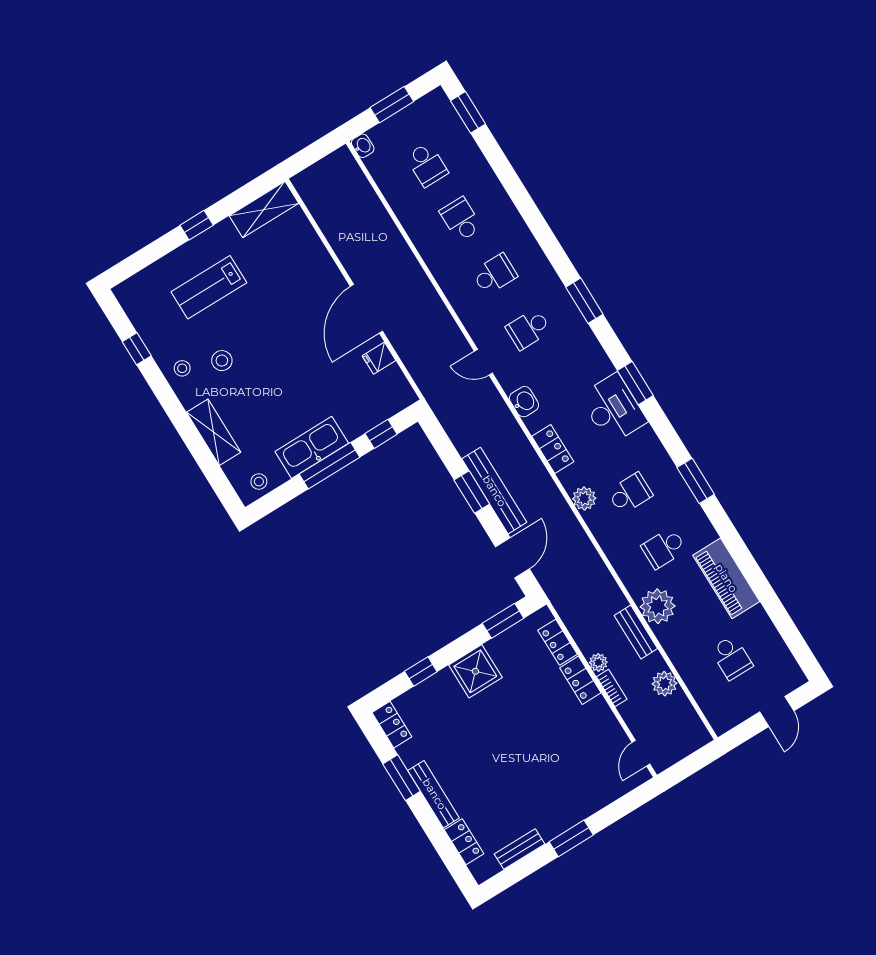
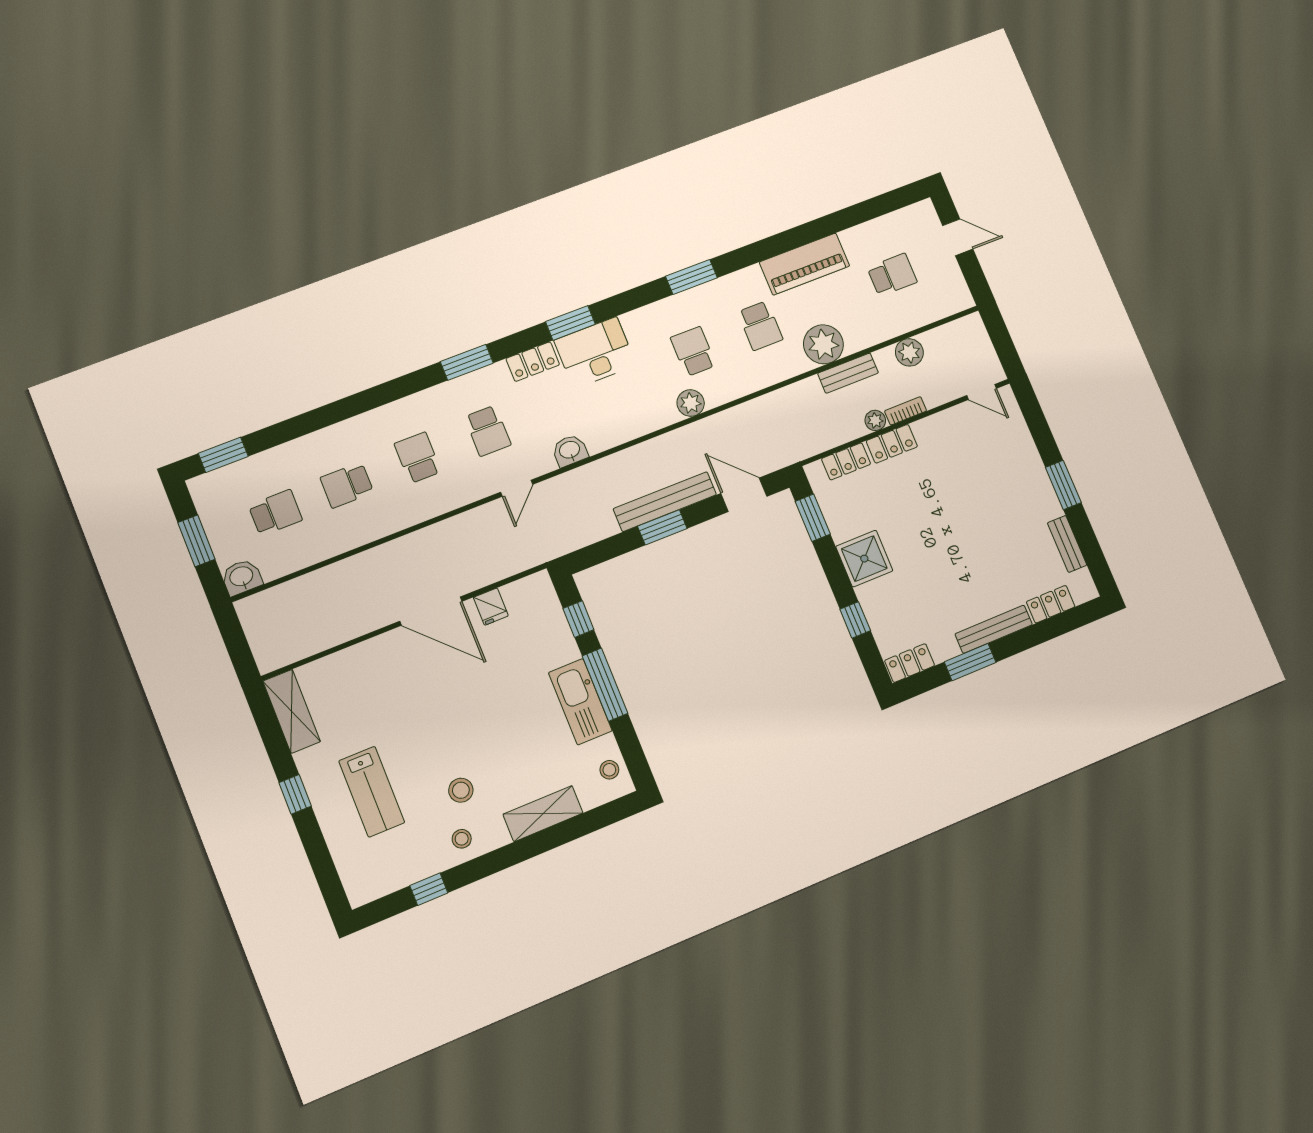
washbasin: (363, 146) -> (242, 577), width x1.38, depth x1.45
locker: (553, 449) -> (533, 362), moved, turned 180

